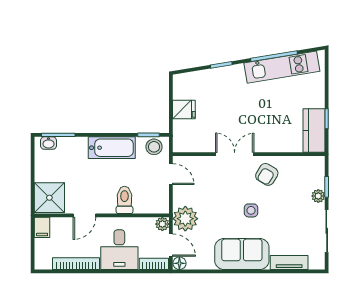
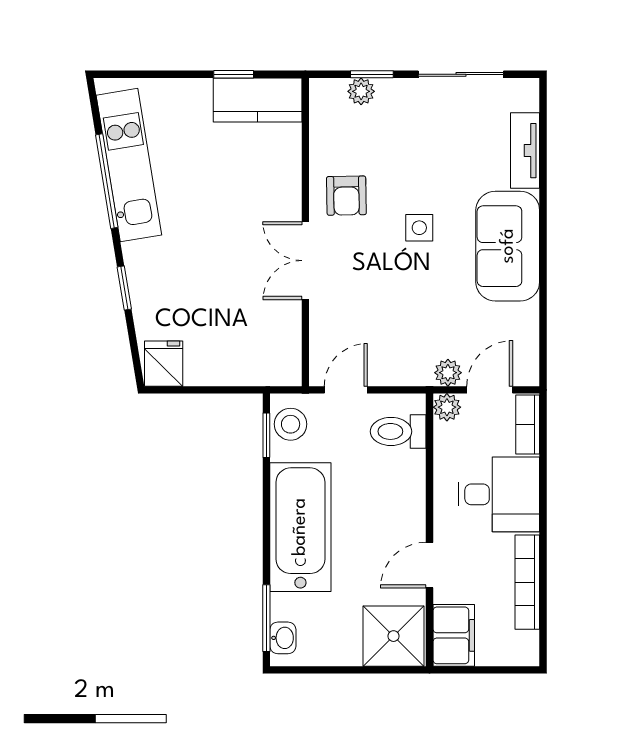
fridge: (184, 110) -> (164, 364), moved
bathtub: (112, 148) -> (300, 527), width x1.36, depth x1.36
armchair: (267, 174) -> (346, 196), turned 58
plant: (318, 196) -> (361, 91), moved
toilet: (124, 200) -> (398, 431), moved
door: (84, 215) -> (430, 565), swing flipped
plant: (185, 219) -> (448, 373), width x0.53, depth x0.53
filing cabinet: (42, 227) -> (454, 635), width x2.00
floor lamp: (179, 263) -> (526, 373), removed

